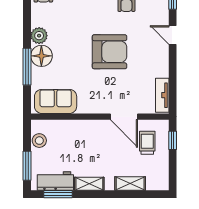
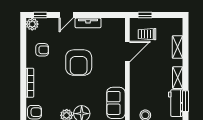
armchair: (109, 52) -> (79, 63), turned 180
tv unit: (162, 95) -> (88, 23), moved

